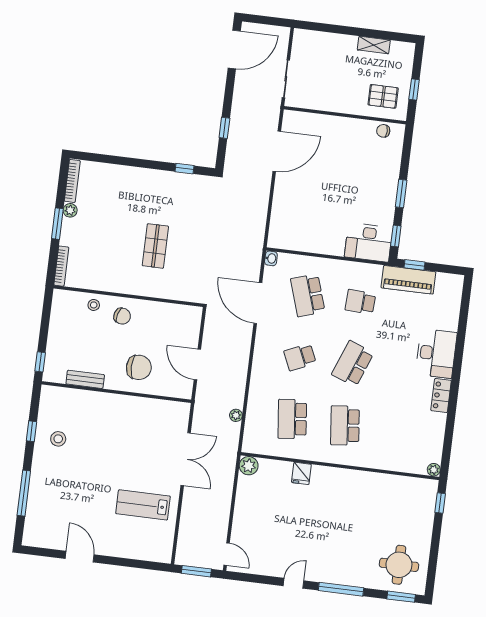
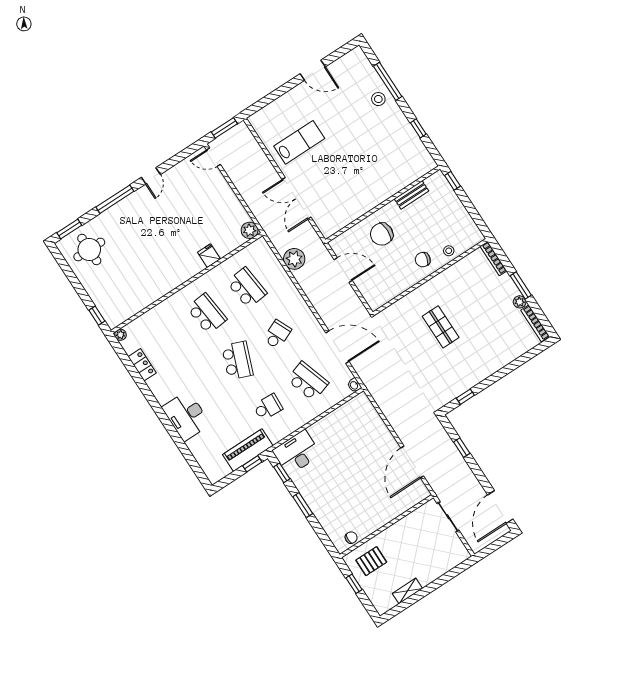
locker: (441, 395) -> (142, 365), moved
plant: (236, 415) -> (294, 259), width x1.87, depth x1.87
stool: (58, 439) -> (378, 99), moved

